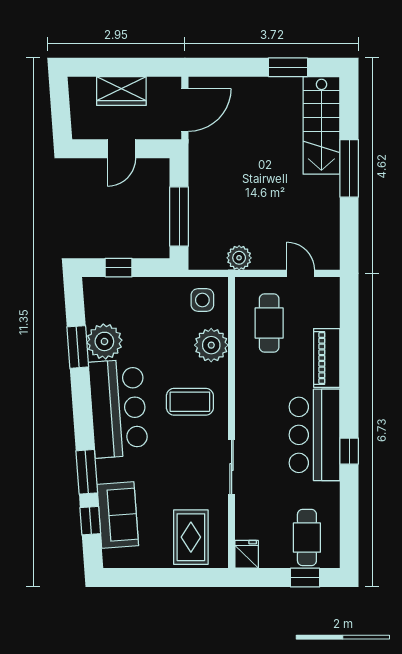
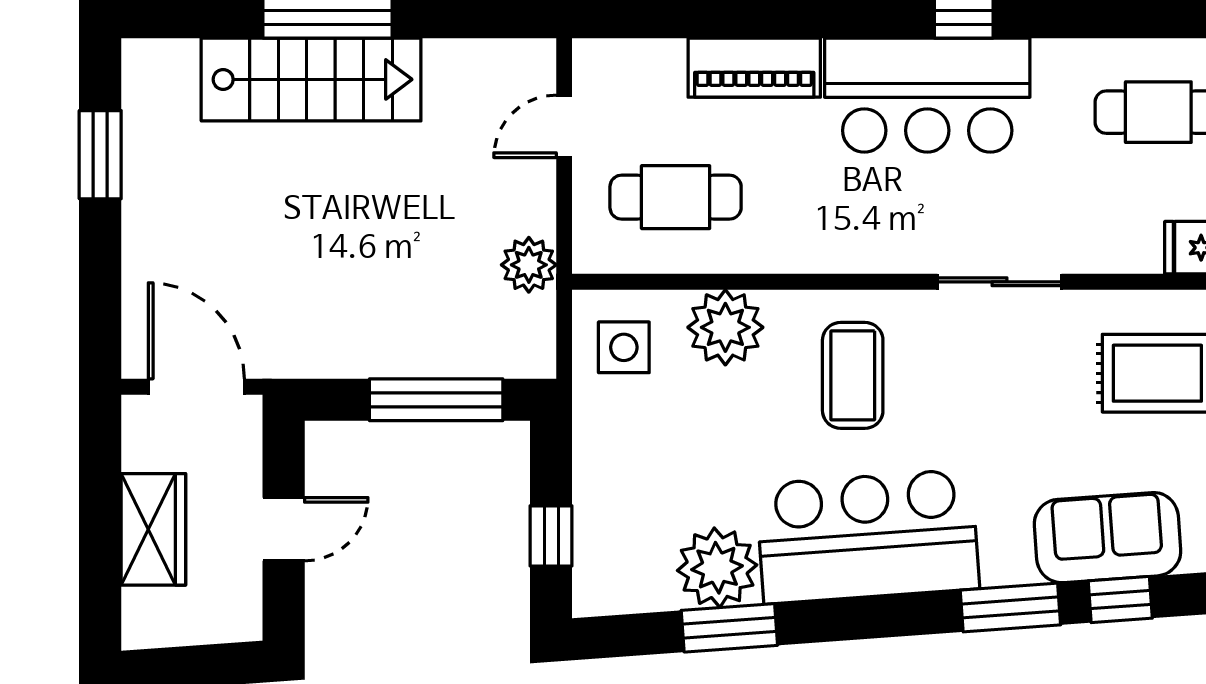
stairs: (321, 125) -> (311, 79), moved
door: (122, 149) -> (284, 529), hinge flipped

